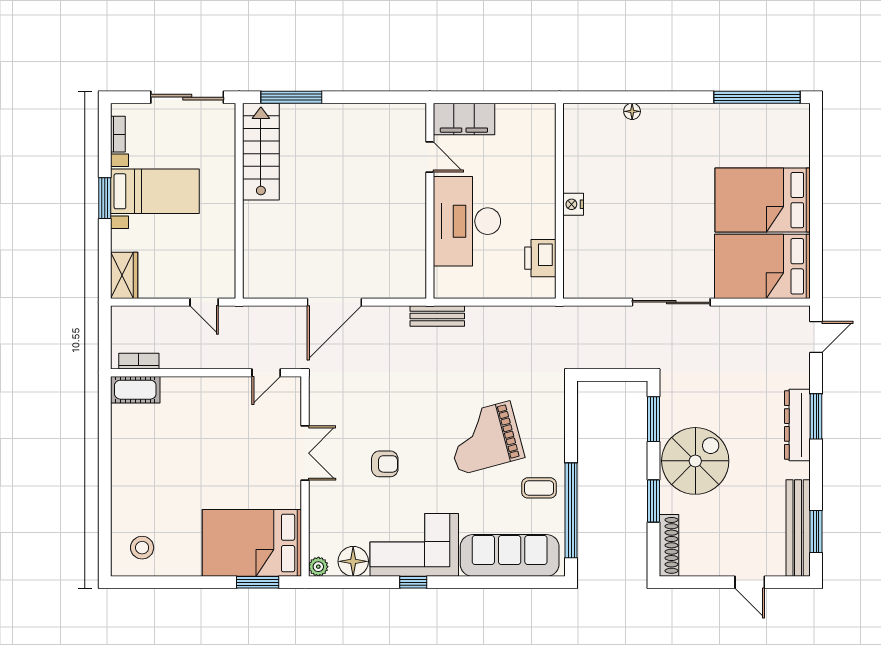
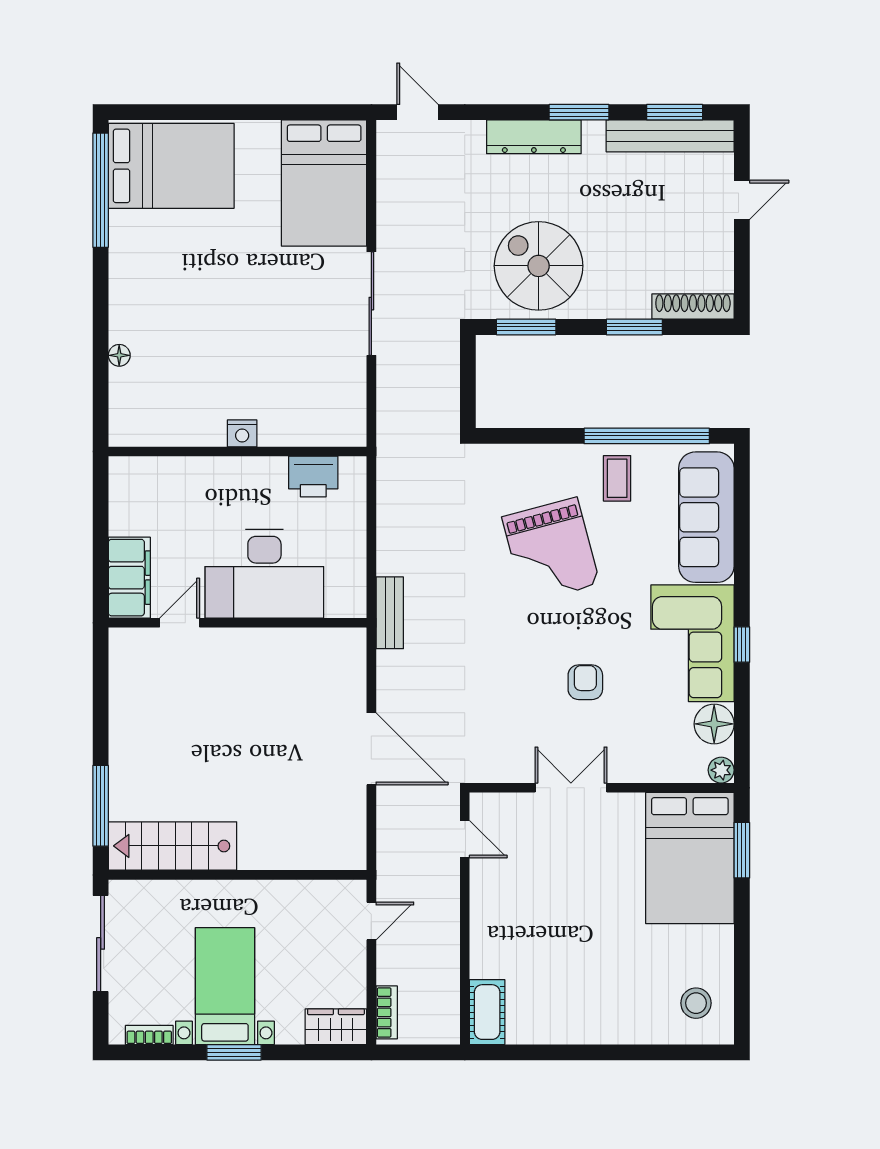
bed: (763, 200) -> (171, 166), moved, turned -90
bookcase: (139, 361) -> (387, 1012), moved, turned 180
window: (816, 416) -> (579, 112), moved
spiral stairs: (695, 461) -> (539, 266), moved

